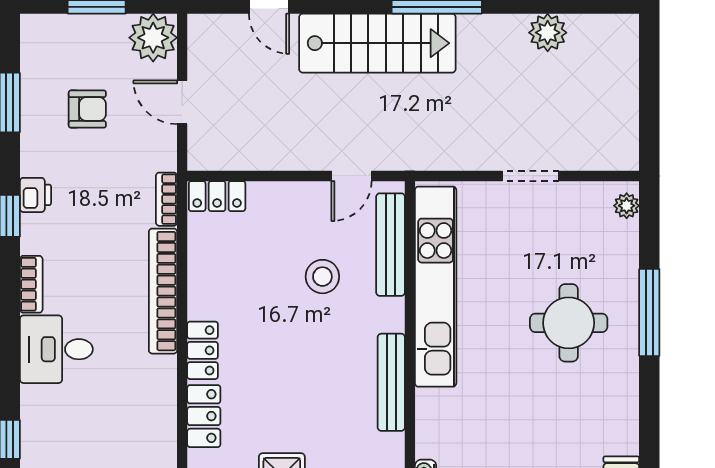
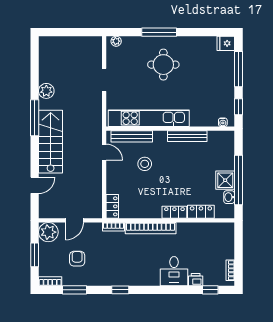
plant: (548, 33) -> (46, 91), moved
printer: (35, 195) -> (196, 280), moved
bookcase: (31, 284) -> (50, 281), moved

